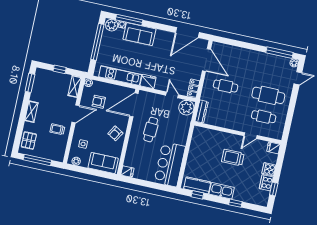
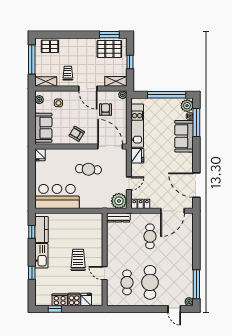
pallet: (43, 86) -> (109, 49), added
shelving: (31, 112) -> (46, 81), moved
fridge: (274, 148) -> (86, 299), moved

